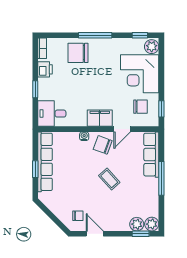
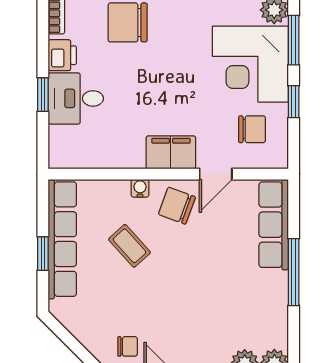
window: (161, 62) -> (294, 40), added
window: (161, 109) -> (294, 102), moved
desk: (52, 114) -> (76, 98), moved
coffee table: (109, 179) -> (130, 246), moved

